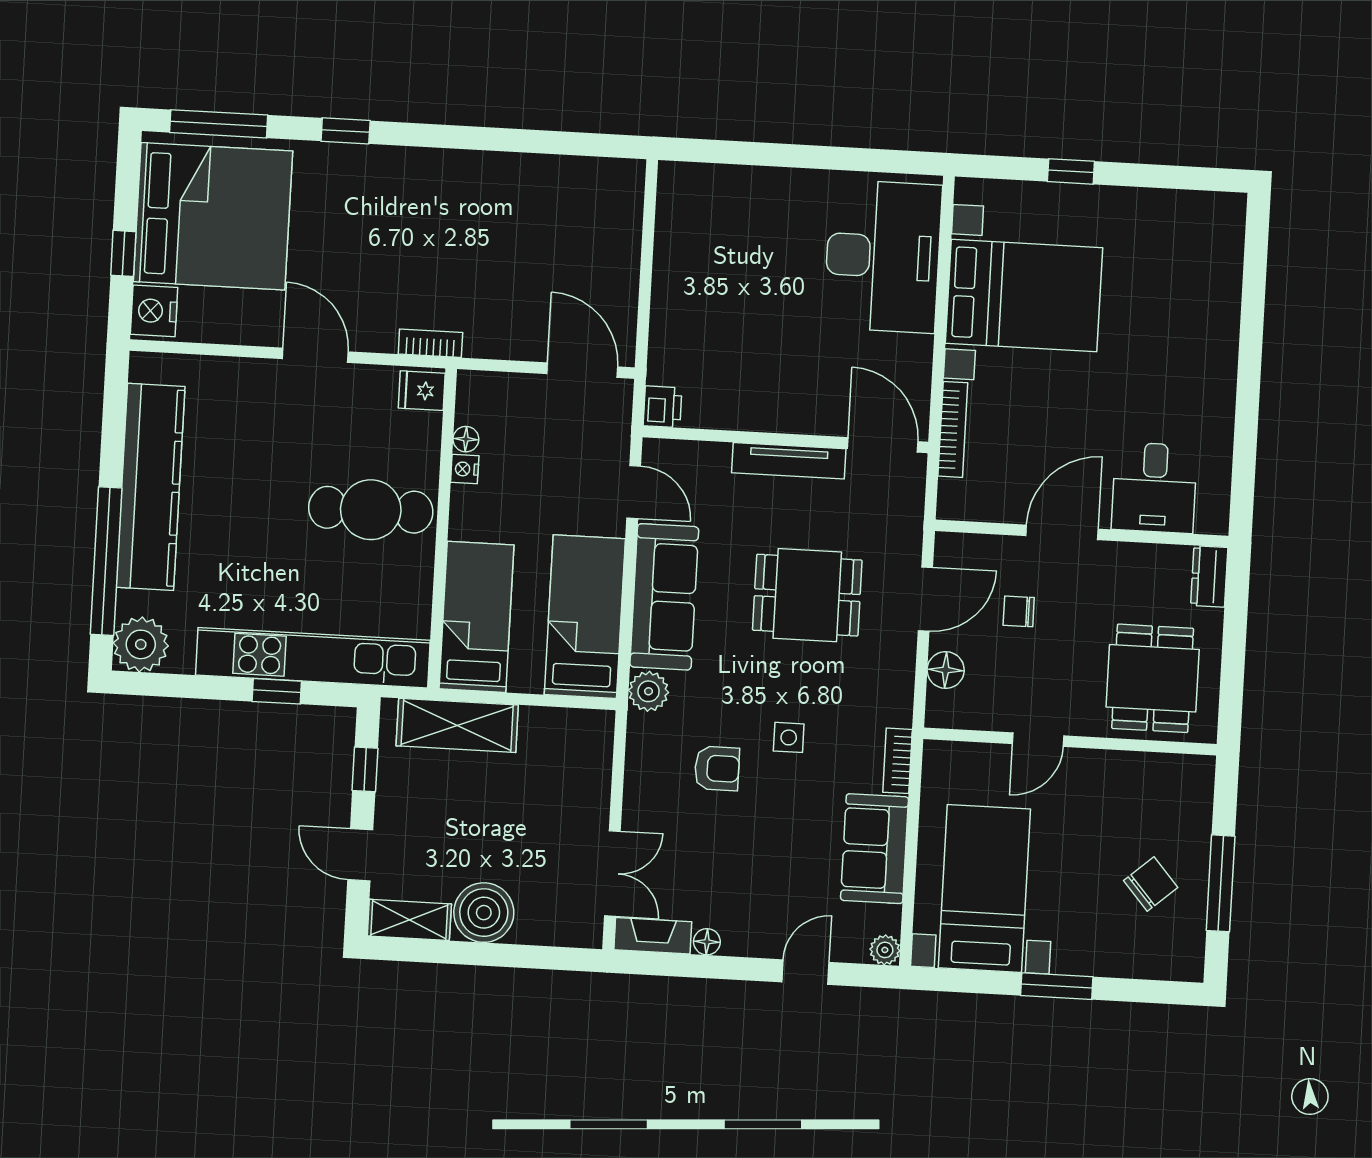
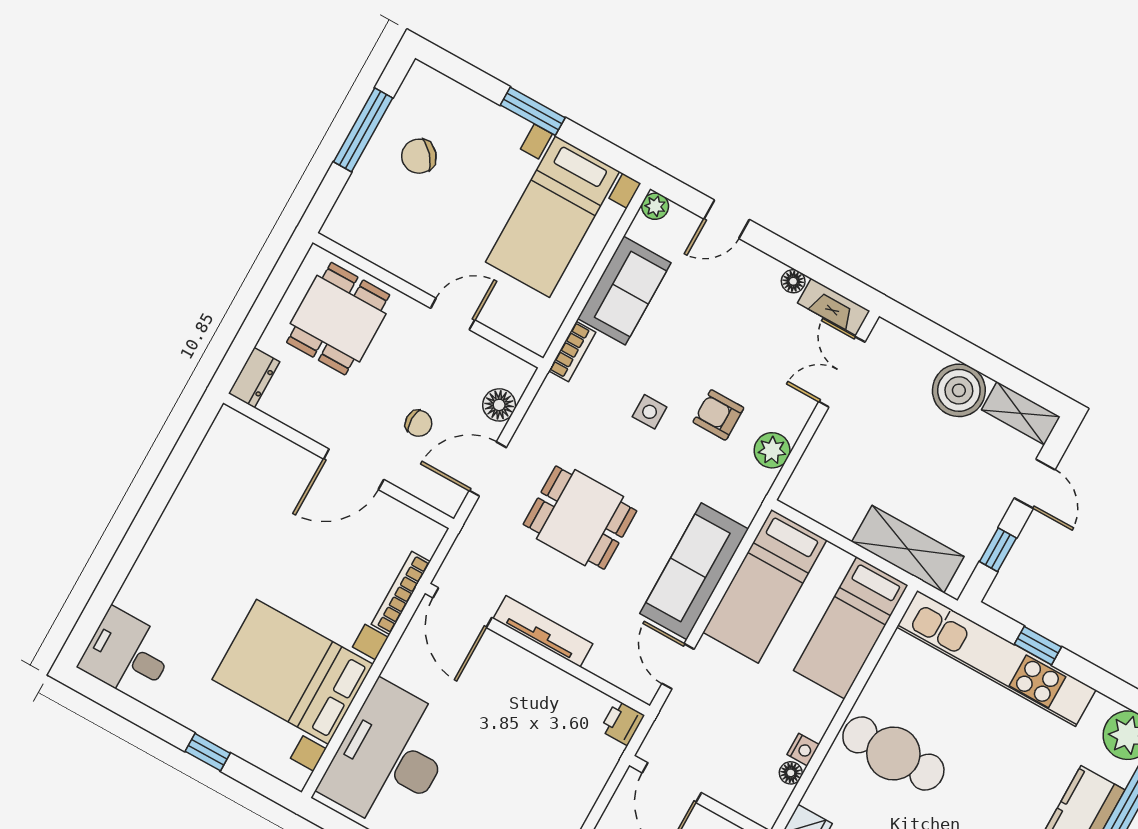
desk: (1154, 488) -> (127, 655), moved, turned -90
plant: (649, 691) -> (772, 450), moved

